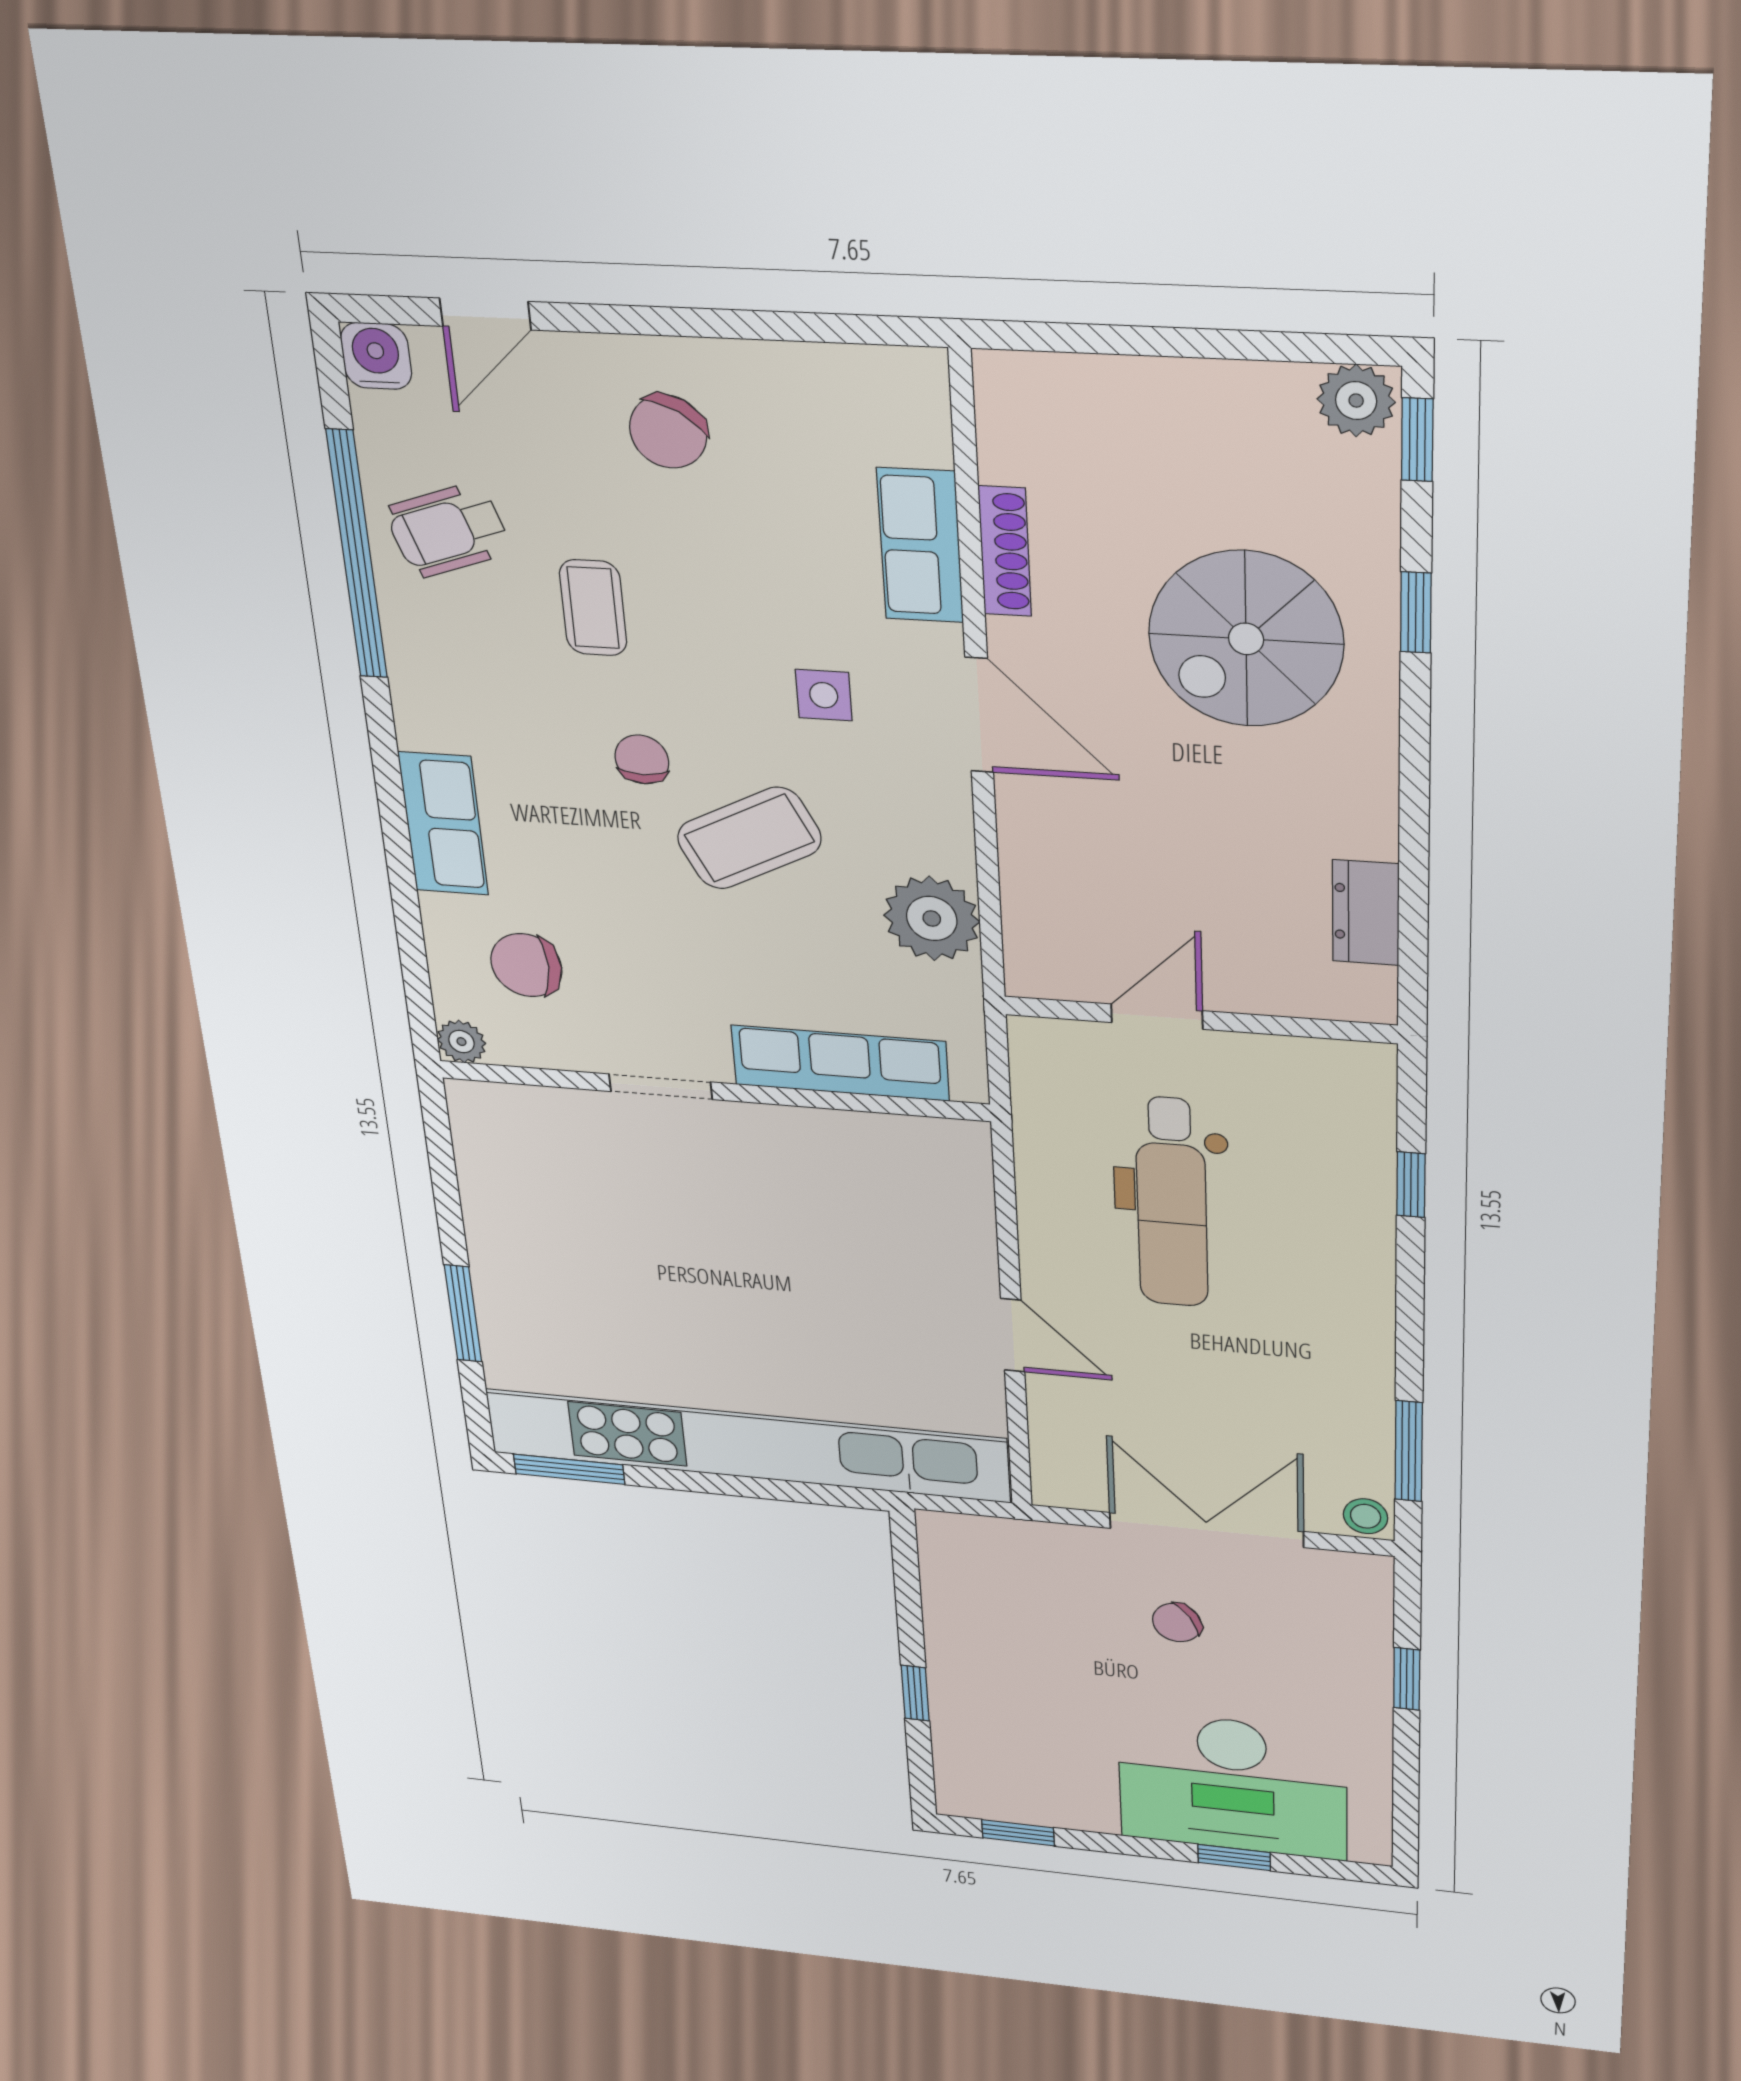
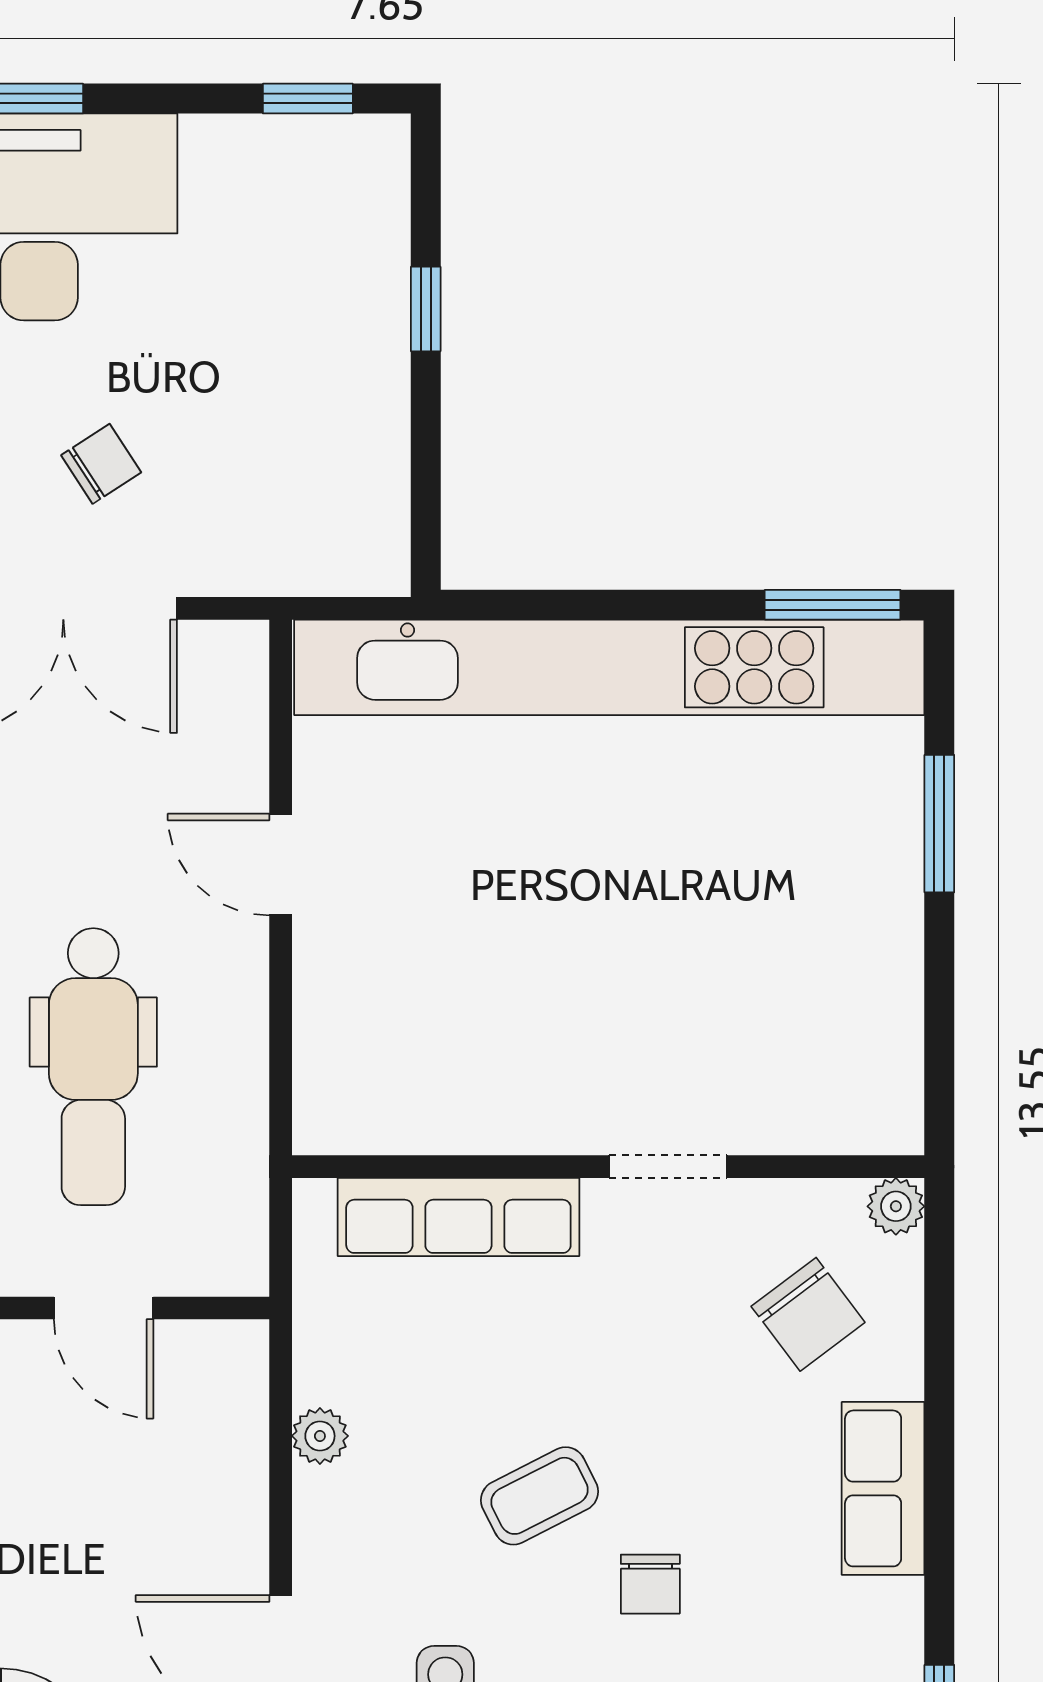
coffee table: (749, 838) -> (540, 1496), width x0.73, depth x0.77
plant: (932, 918) -> (320, 1436), width x0.53, depth x0.53
chair: (526, 965) -> (808, 1314), turned 53
door: (1157, 1017) -> (104, 1308), hinge flipped
dental chair: (1172, 1203) -> (93, 1067), turned 180

